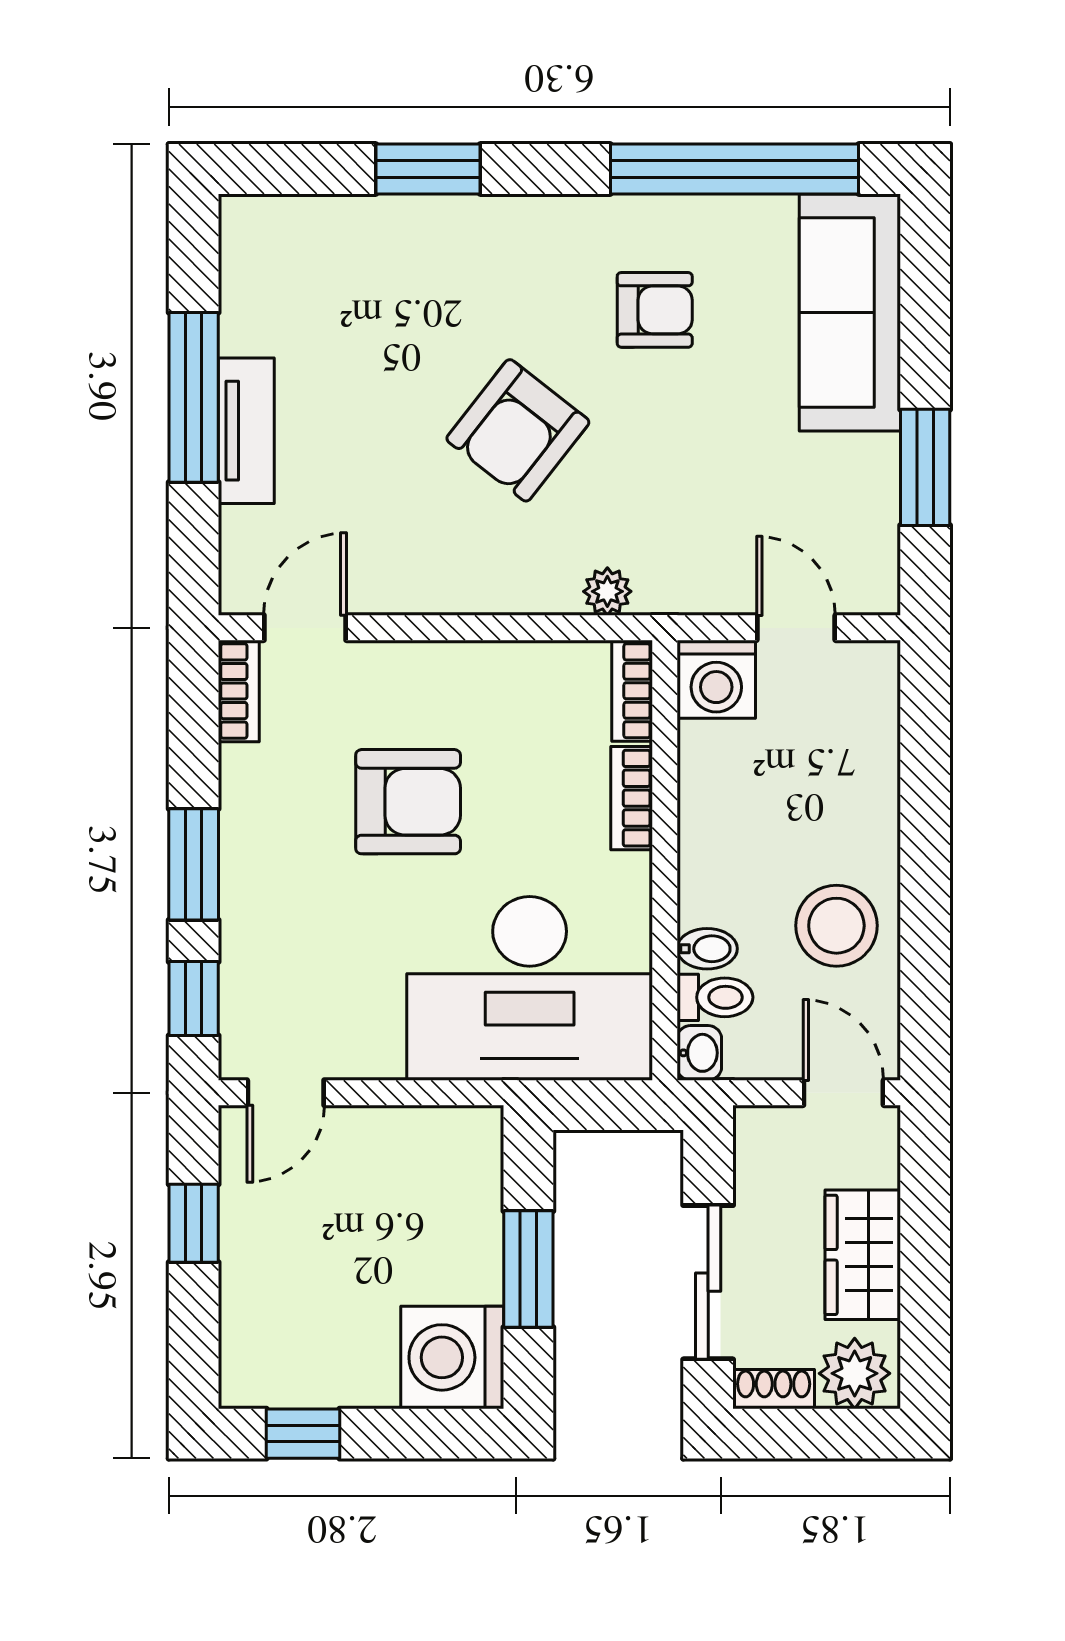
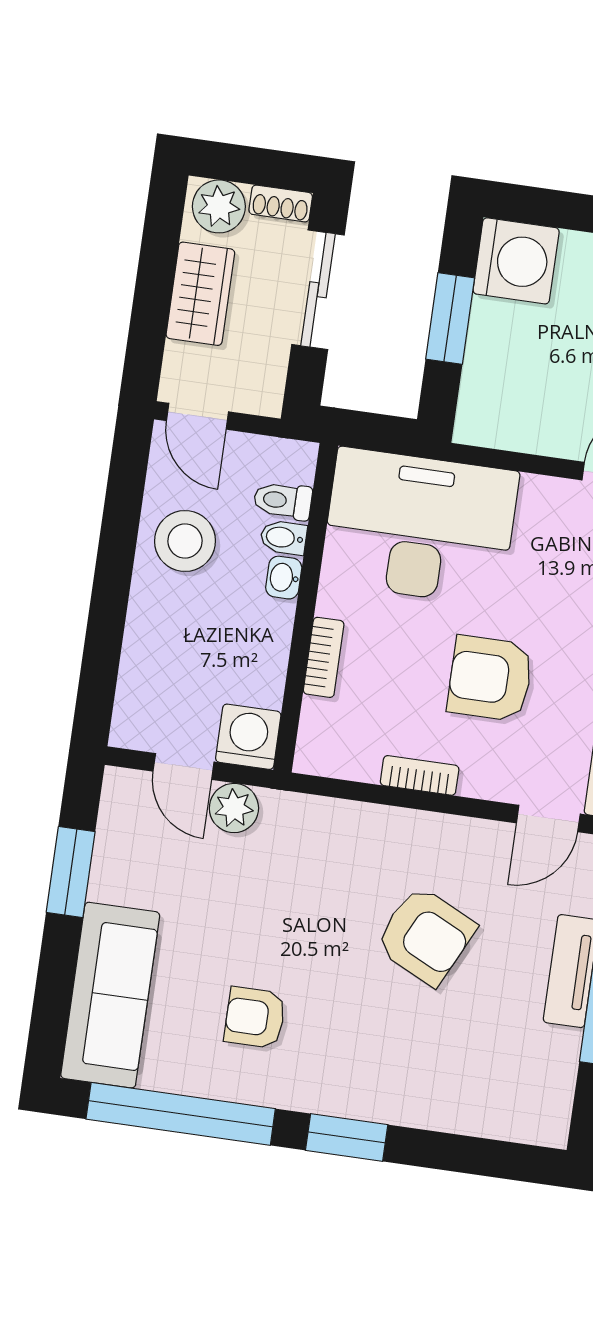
window: (428, 169) -> (347, 1137), moved
armchair: (518, 430) -> (426, 936), moved, turned 78
plant: (607, 591) -> (234, 808), moved, width x1.38, depth x1.38
bookcase: (632, 691) -> (420, 775), moved, turned -90
washbasin: (699, 1053) -> (284, 578), moved

